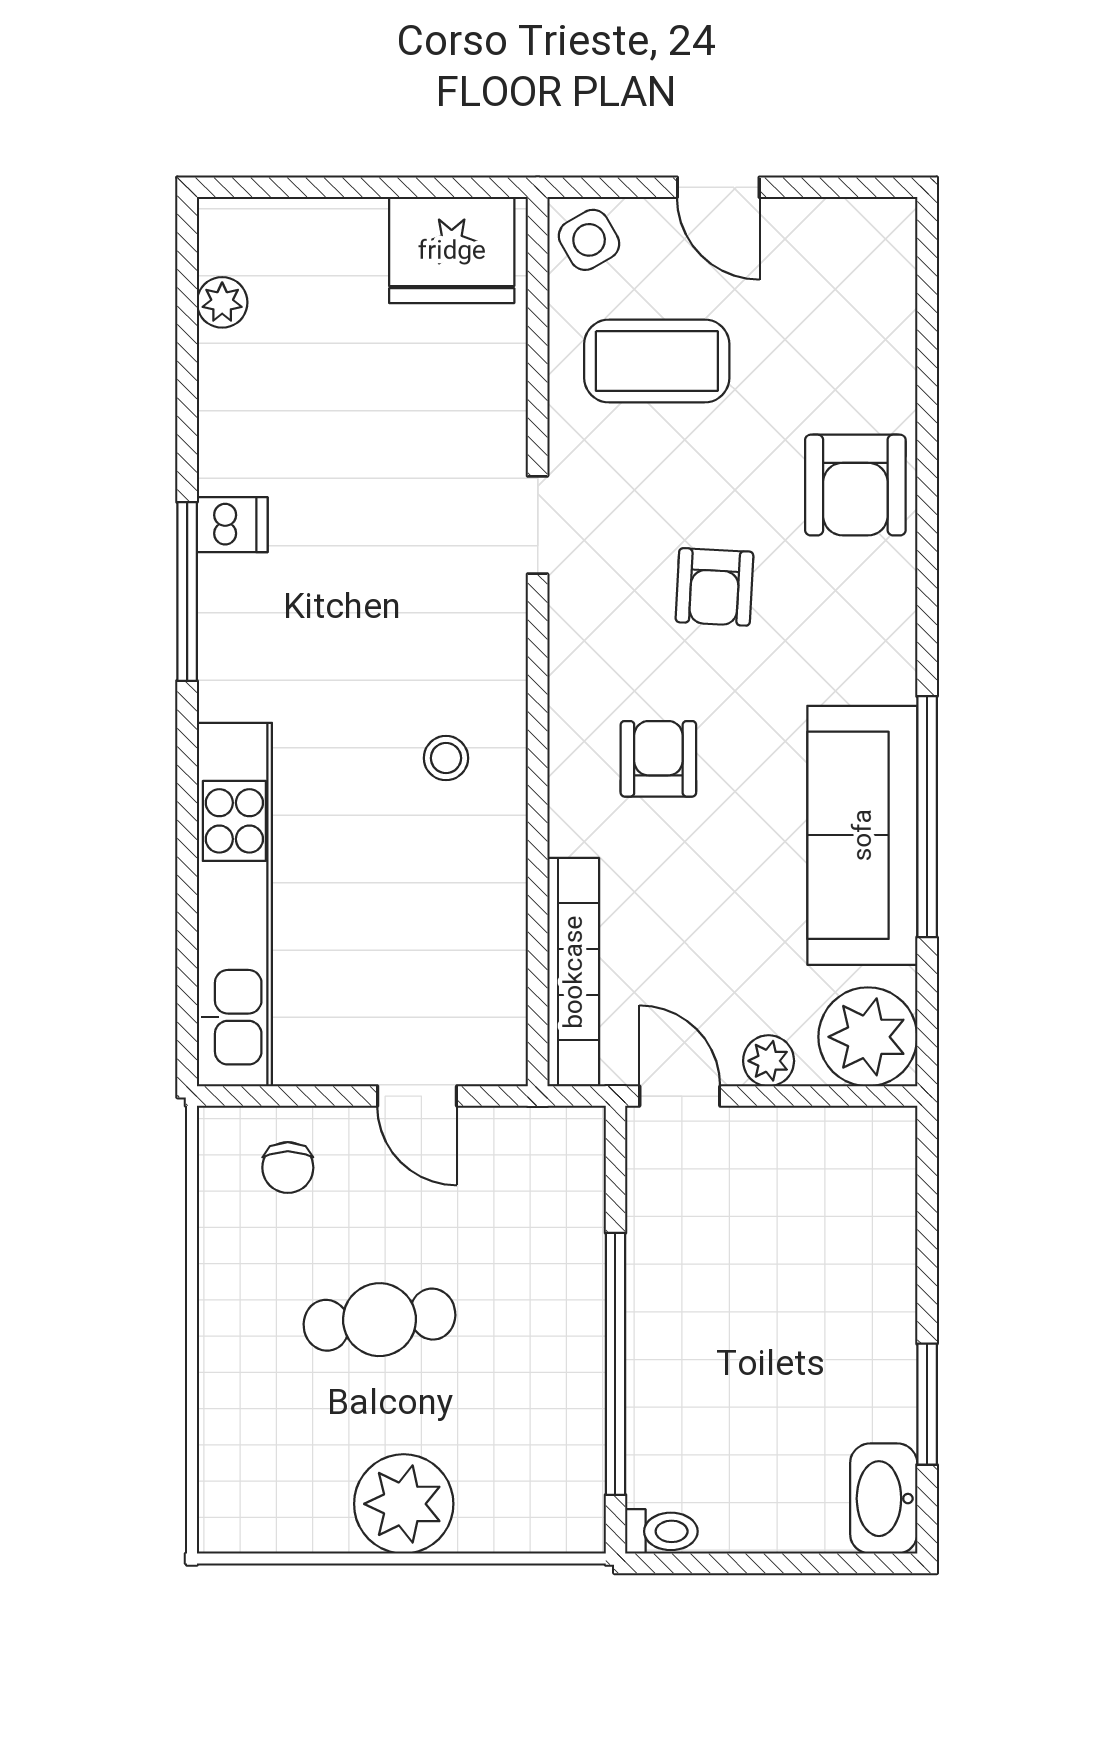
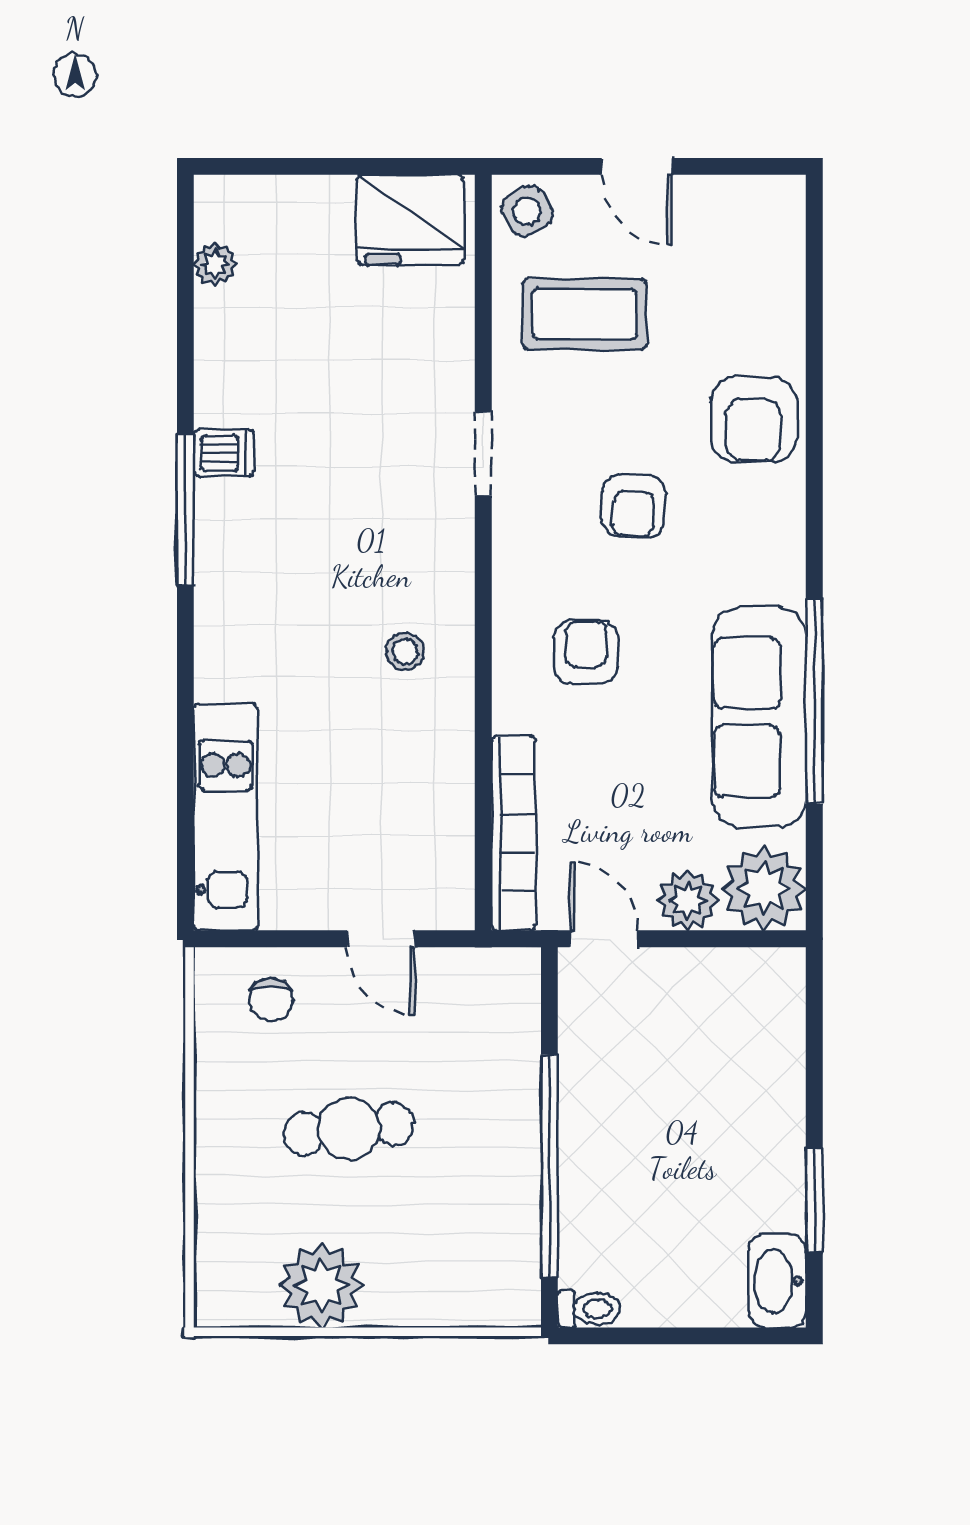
kitchen unit: (234, 905) -> (226, 817), width x0.73
plant: (769, 1061) -> (688, 901), width x1.38, depth x1.38
plant: (404, 1504) -> (321, 1285), moved

